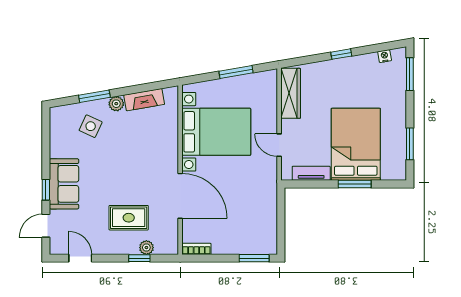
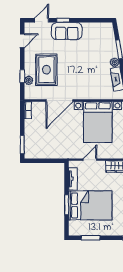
side table: (91, 126) -> (101, 47), removed
rug: (129, 218) -> (46, 70), width x1.36, depth x1.43
door: (46, 226) -> (42, 20), hinge flipped

